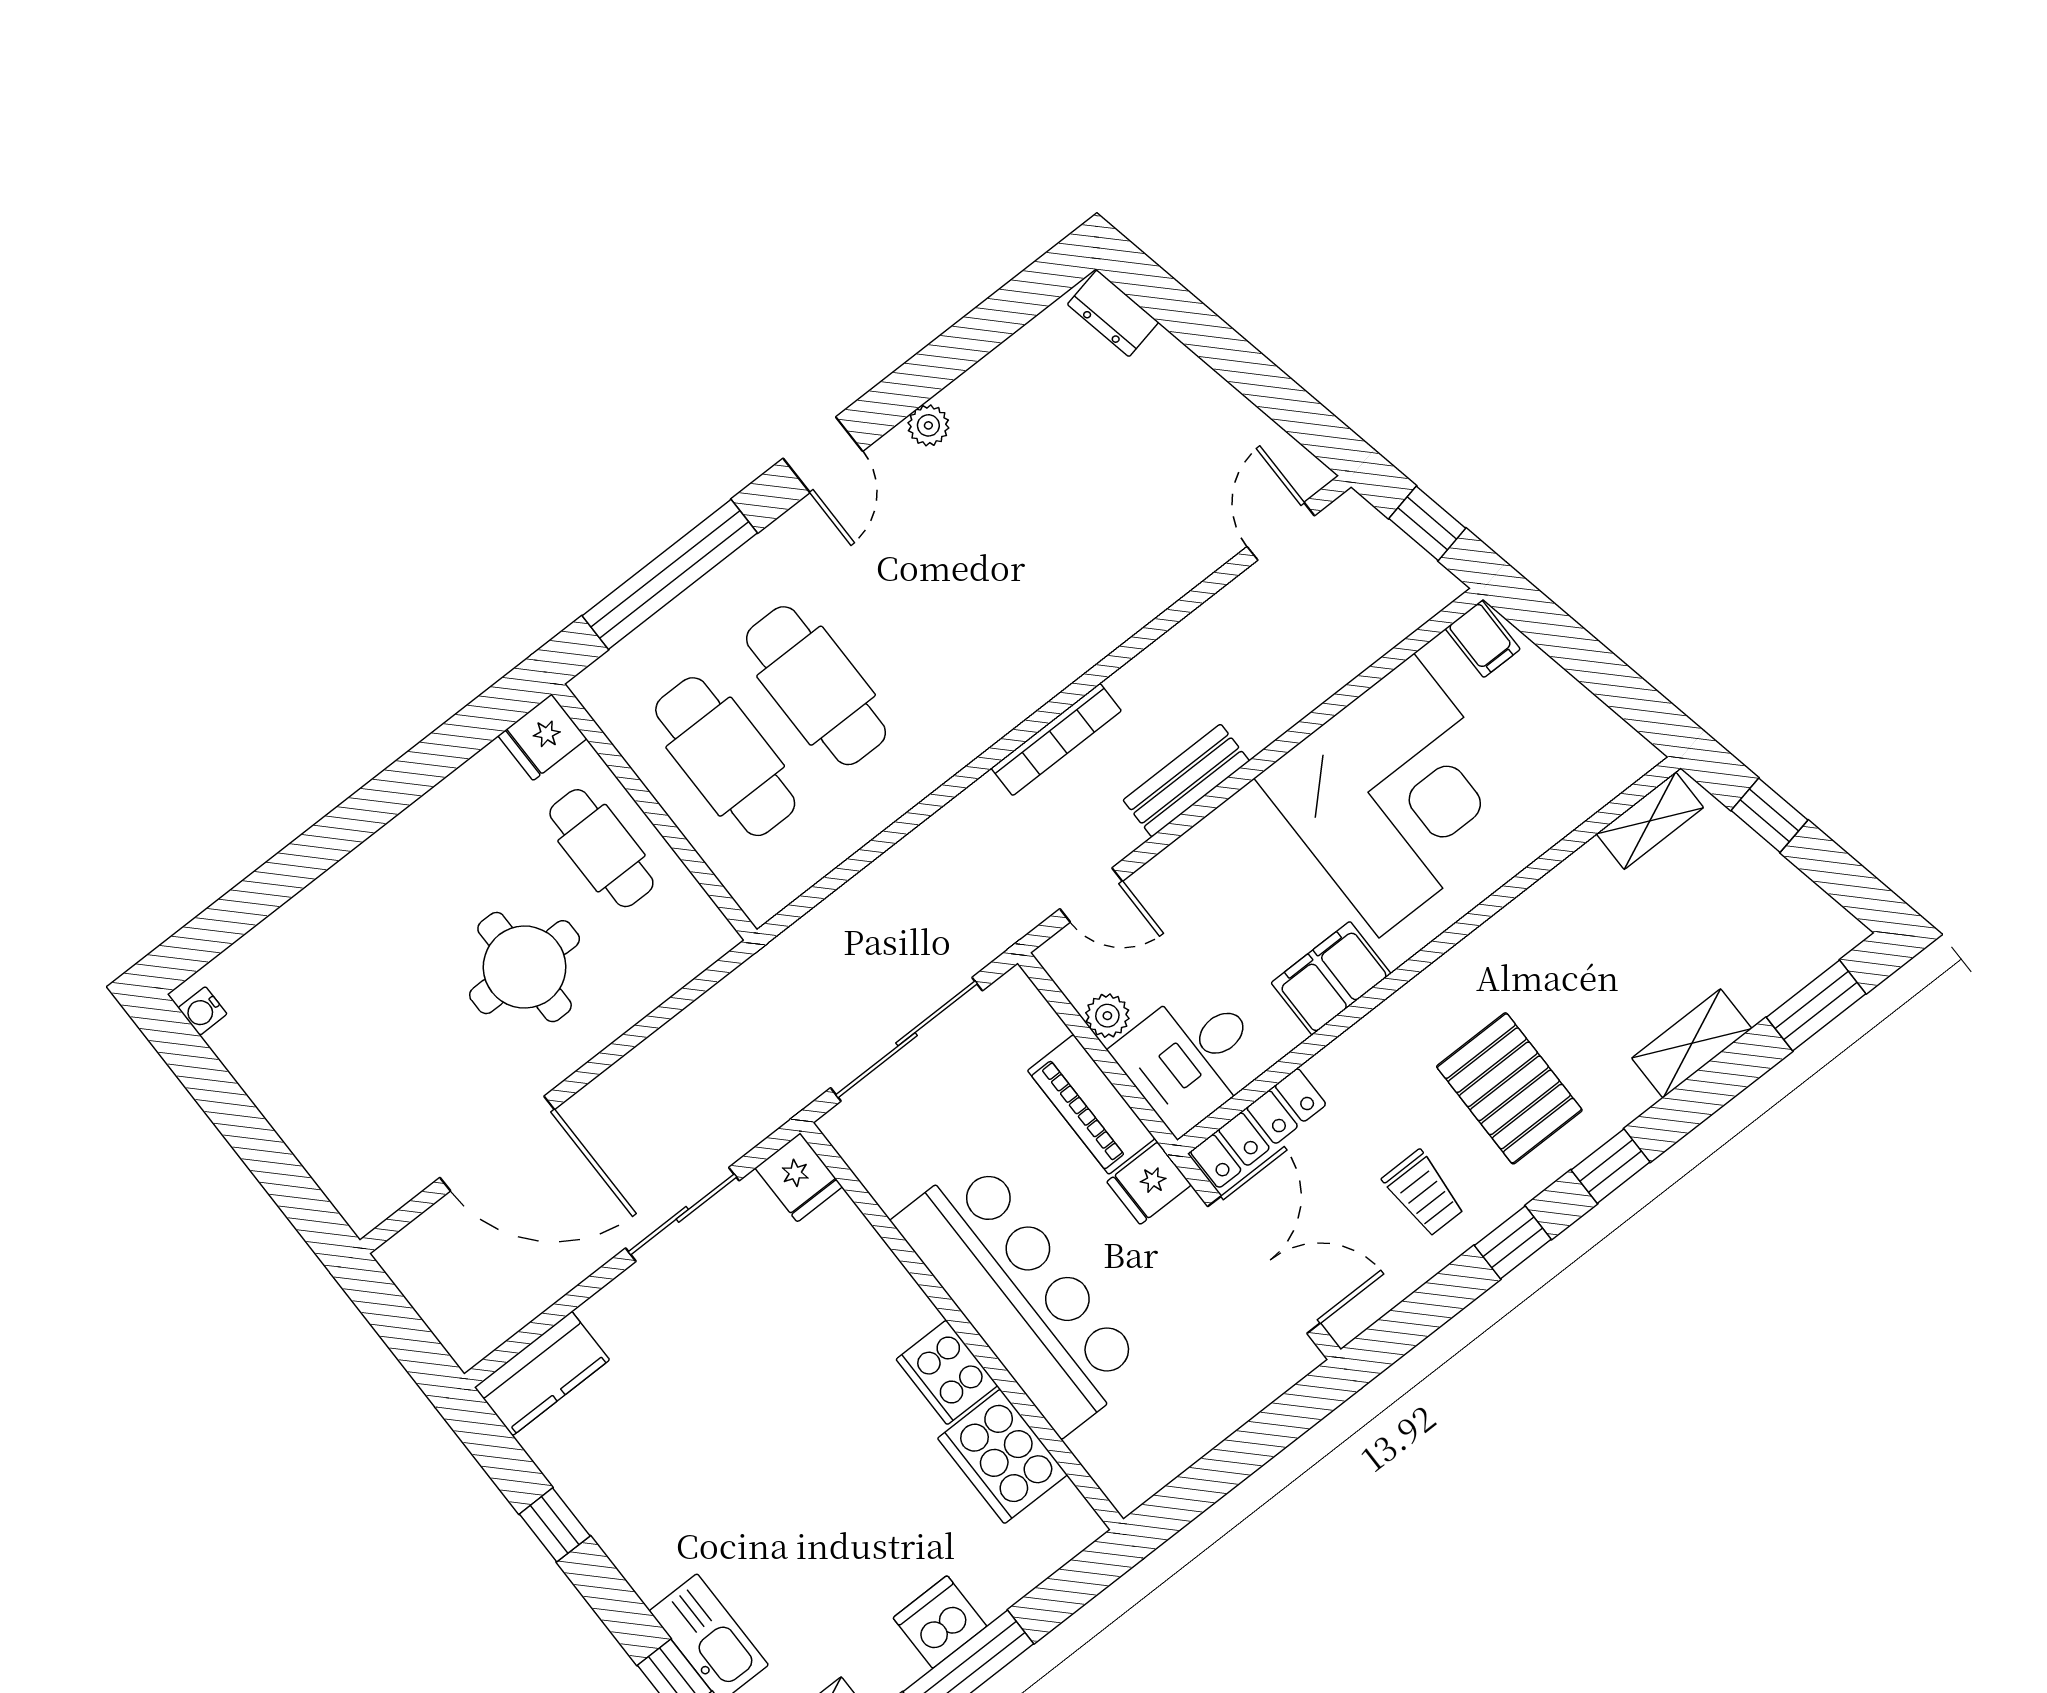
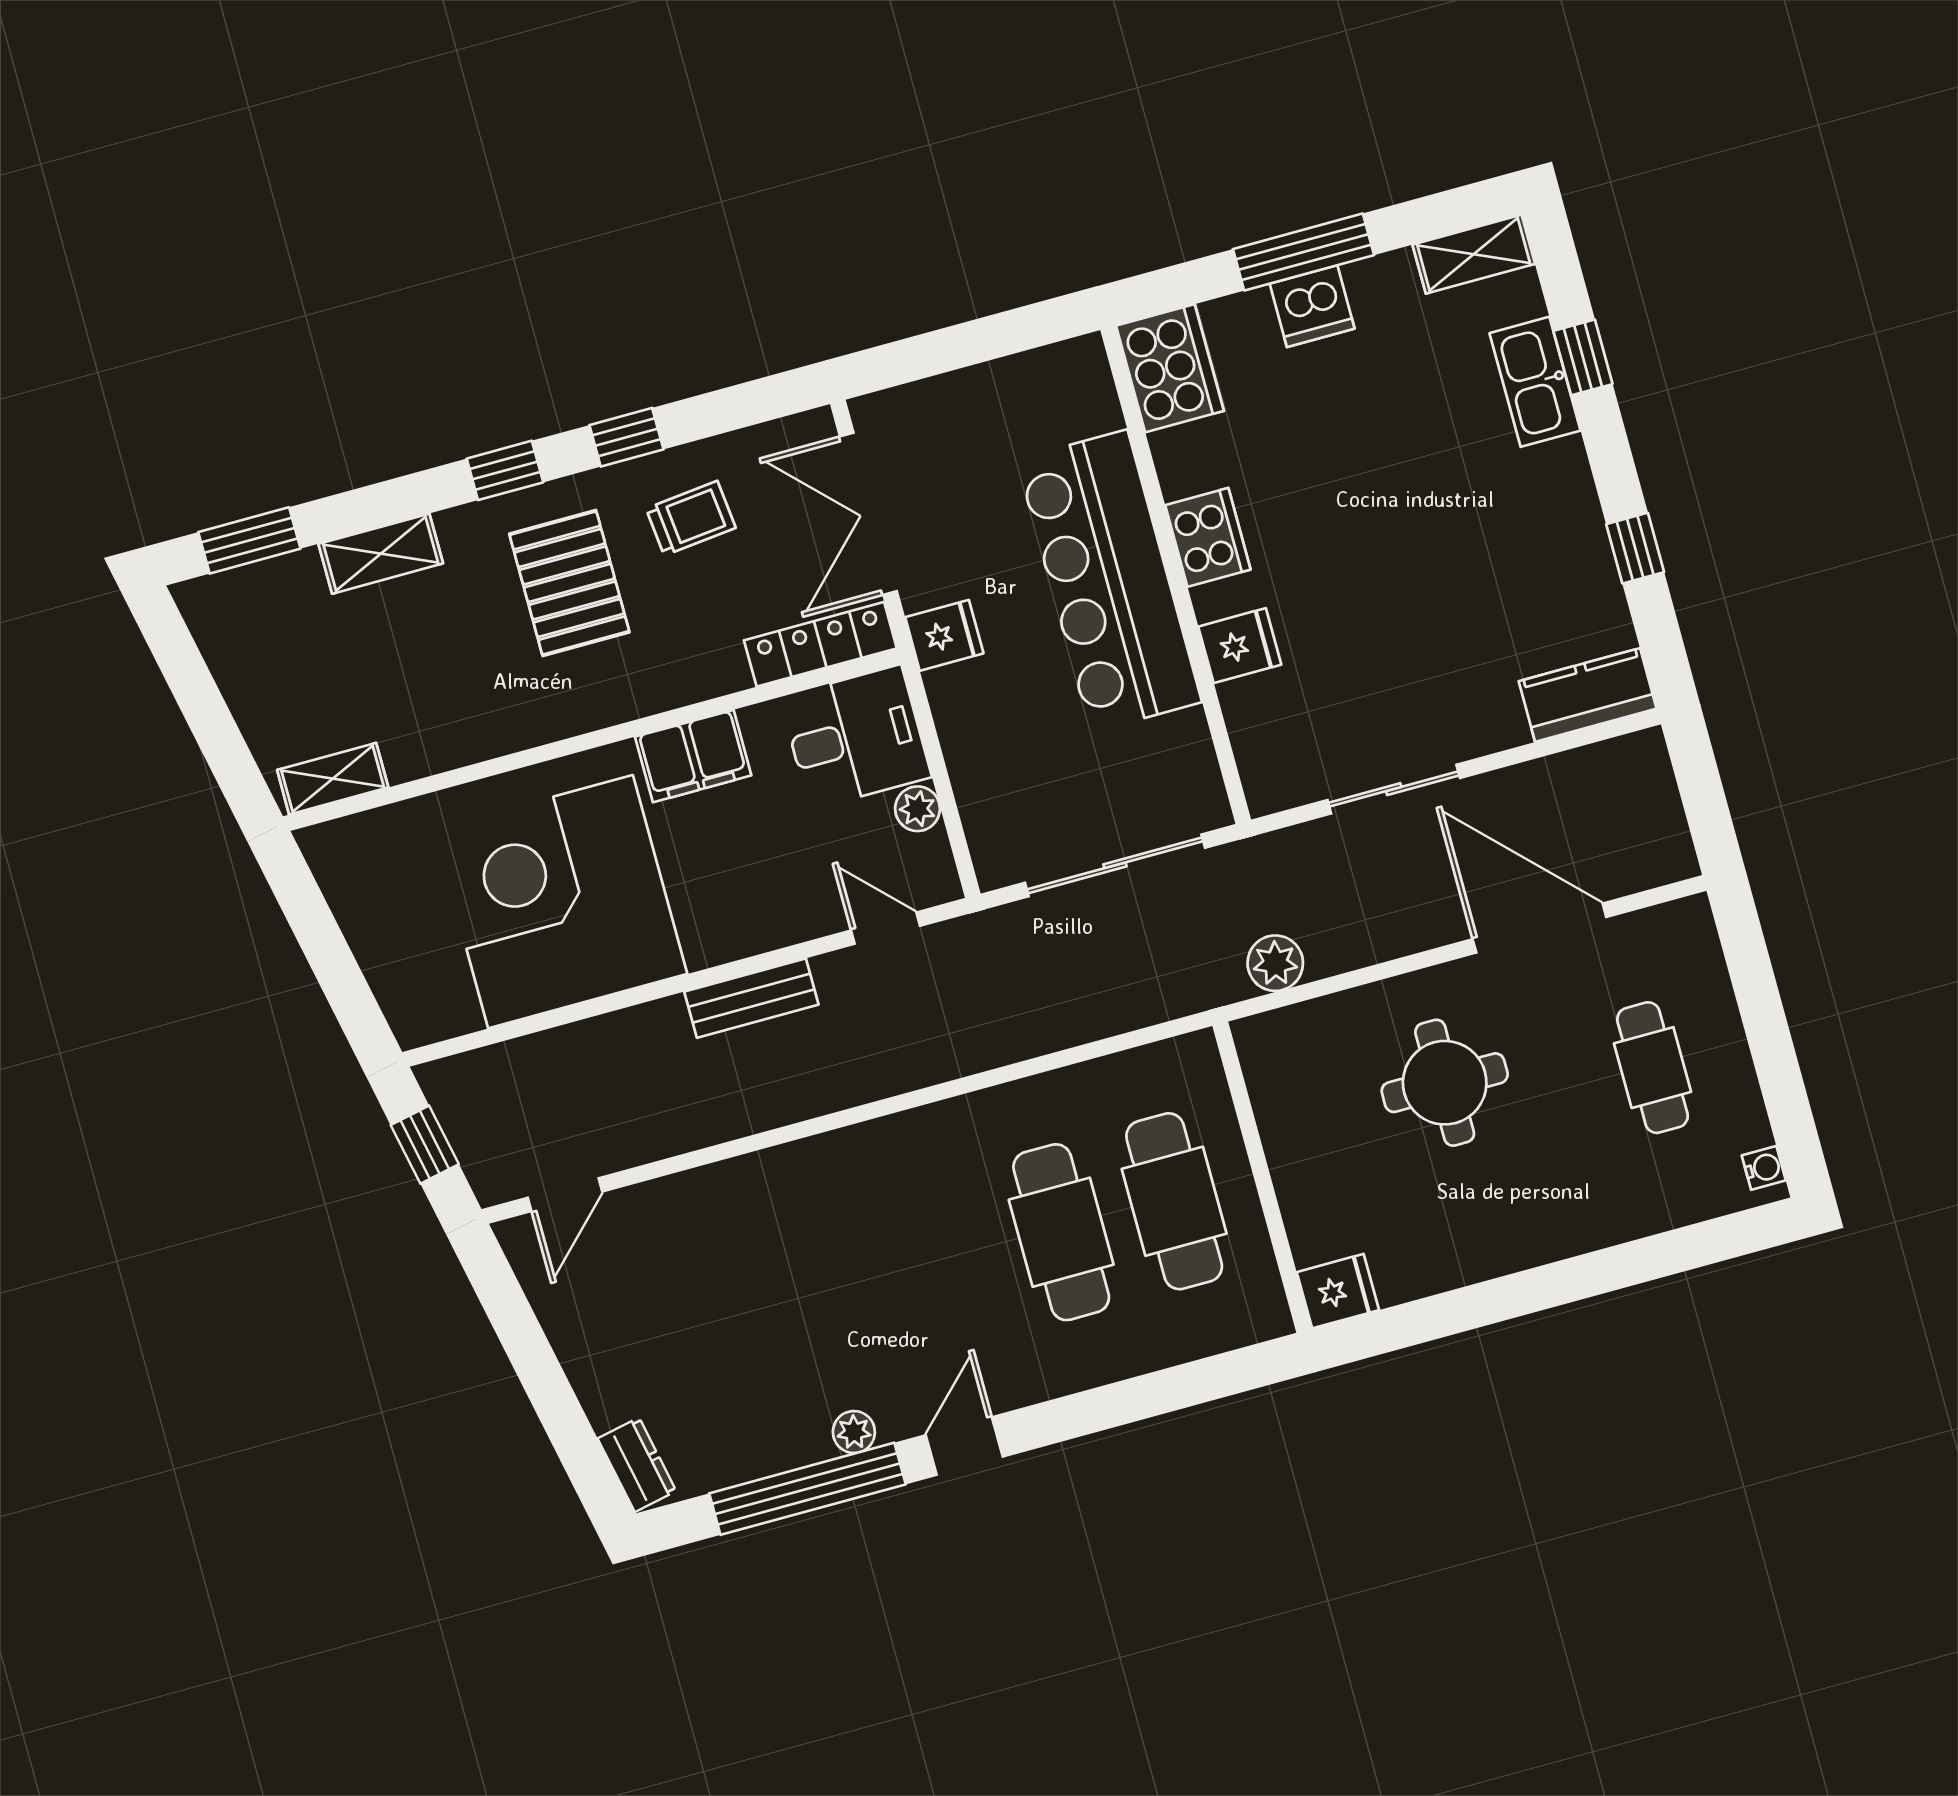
window: (670, 574) -> (807, 1489), moved
filing cabinet: (1483, 639) -> (418, 1015), removed
bookcase: (1056, 739) -> (857, 1088), removed
window: (1769, 815) -> (219, 737), removed
cafe table: (601, 848) -> (1653, 1068), moved
plant: (724, 1011) -> (1275, 963), added
piano: (1091, 1104) -> (968, 732), removed
fridge: (799, 1177) -> (1240, 646), moved, turned 90
trolley: (1424, 1193) -> (691, 518), turned 84
cooker: (1002, 1456) -> (1170, 368), moved

